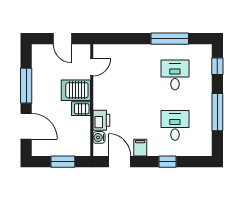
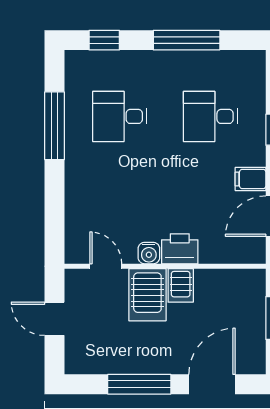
door: (62, 39) -> (55, 319), swing flipped
printer: (101, 120) -> (180, 249), moved
water cooler: (99, 137) -> (149, 253), moved

